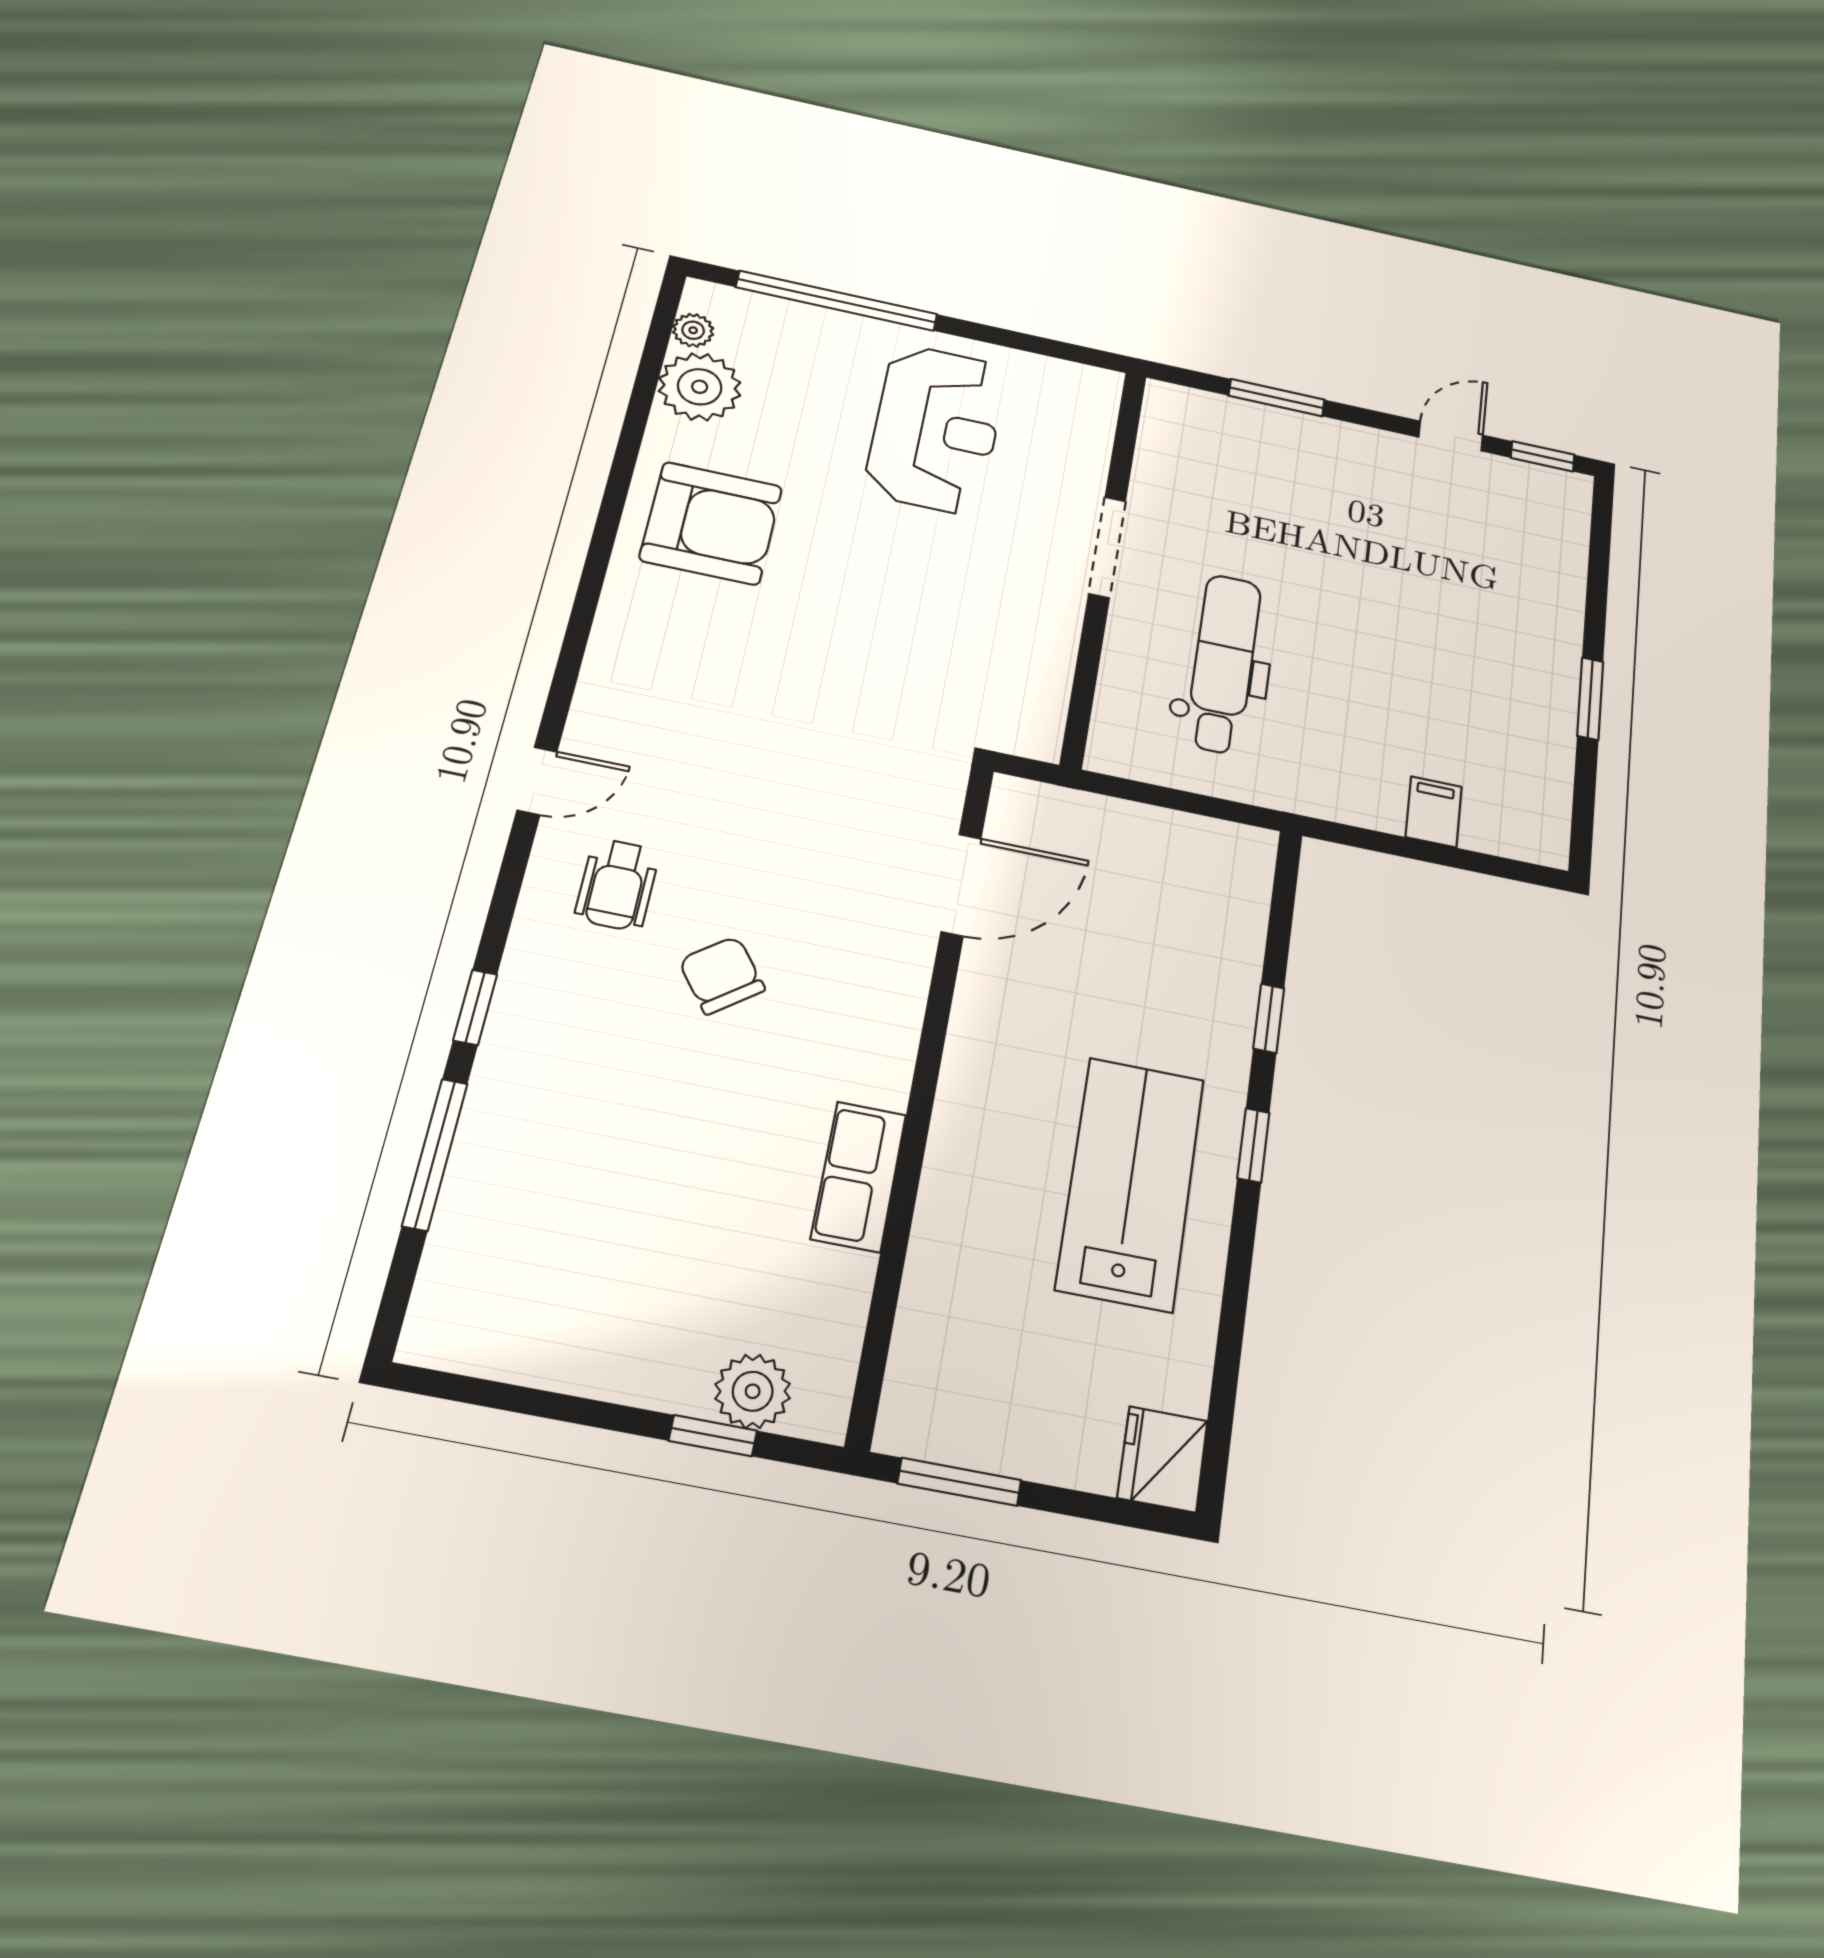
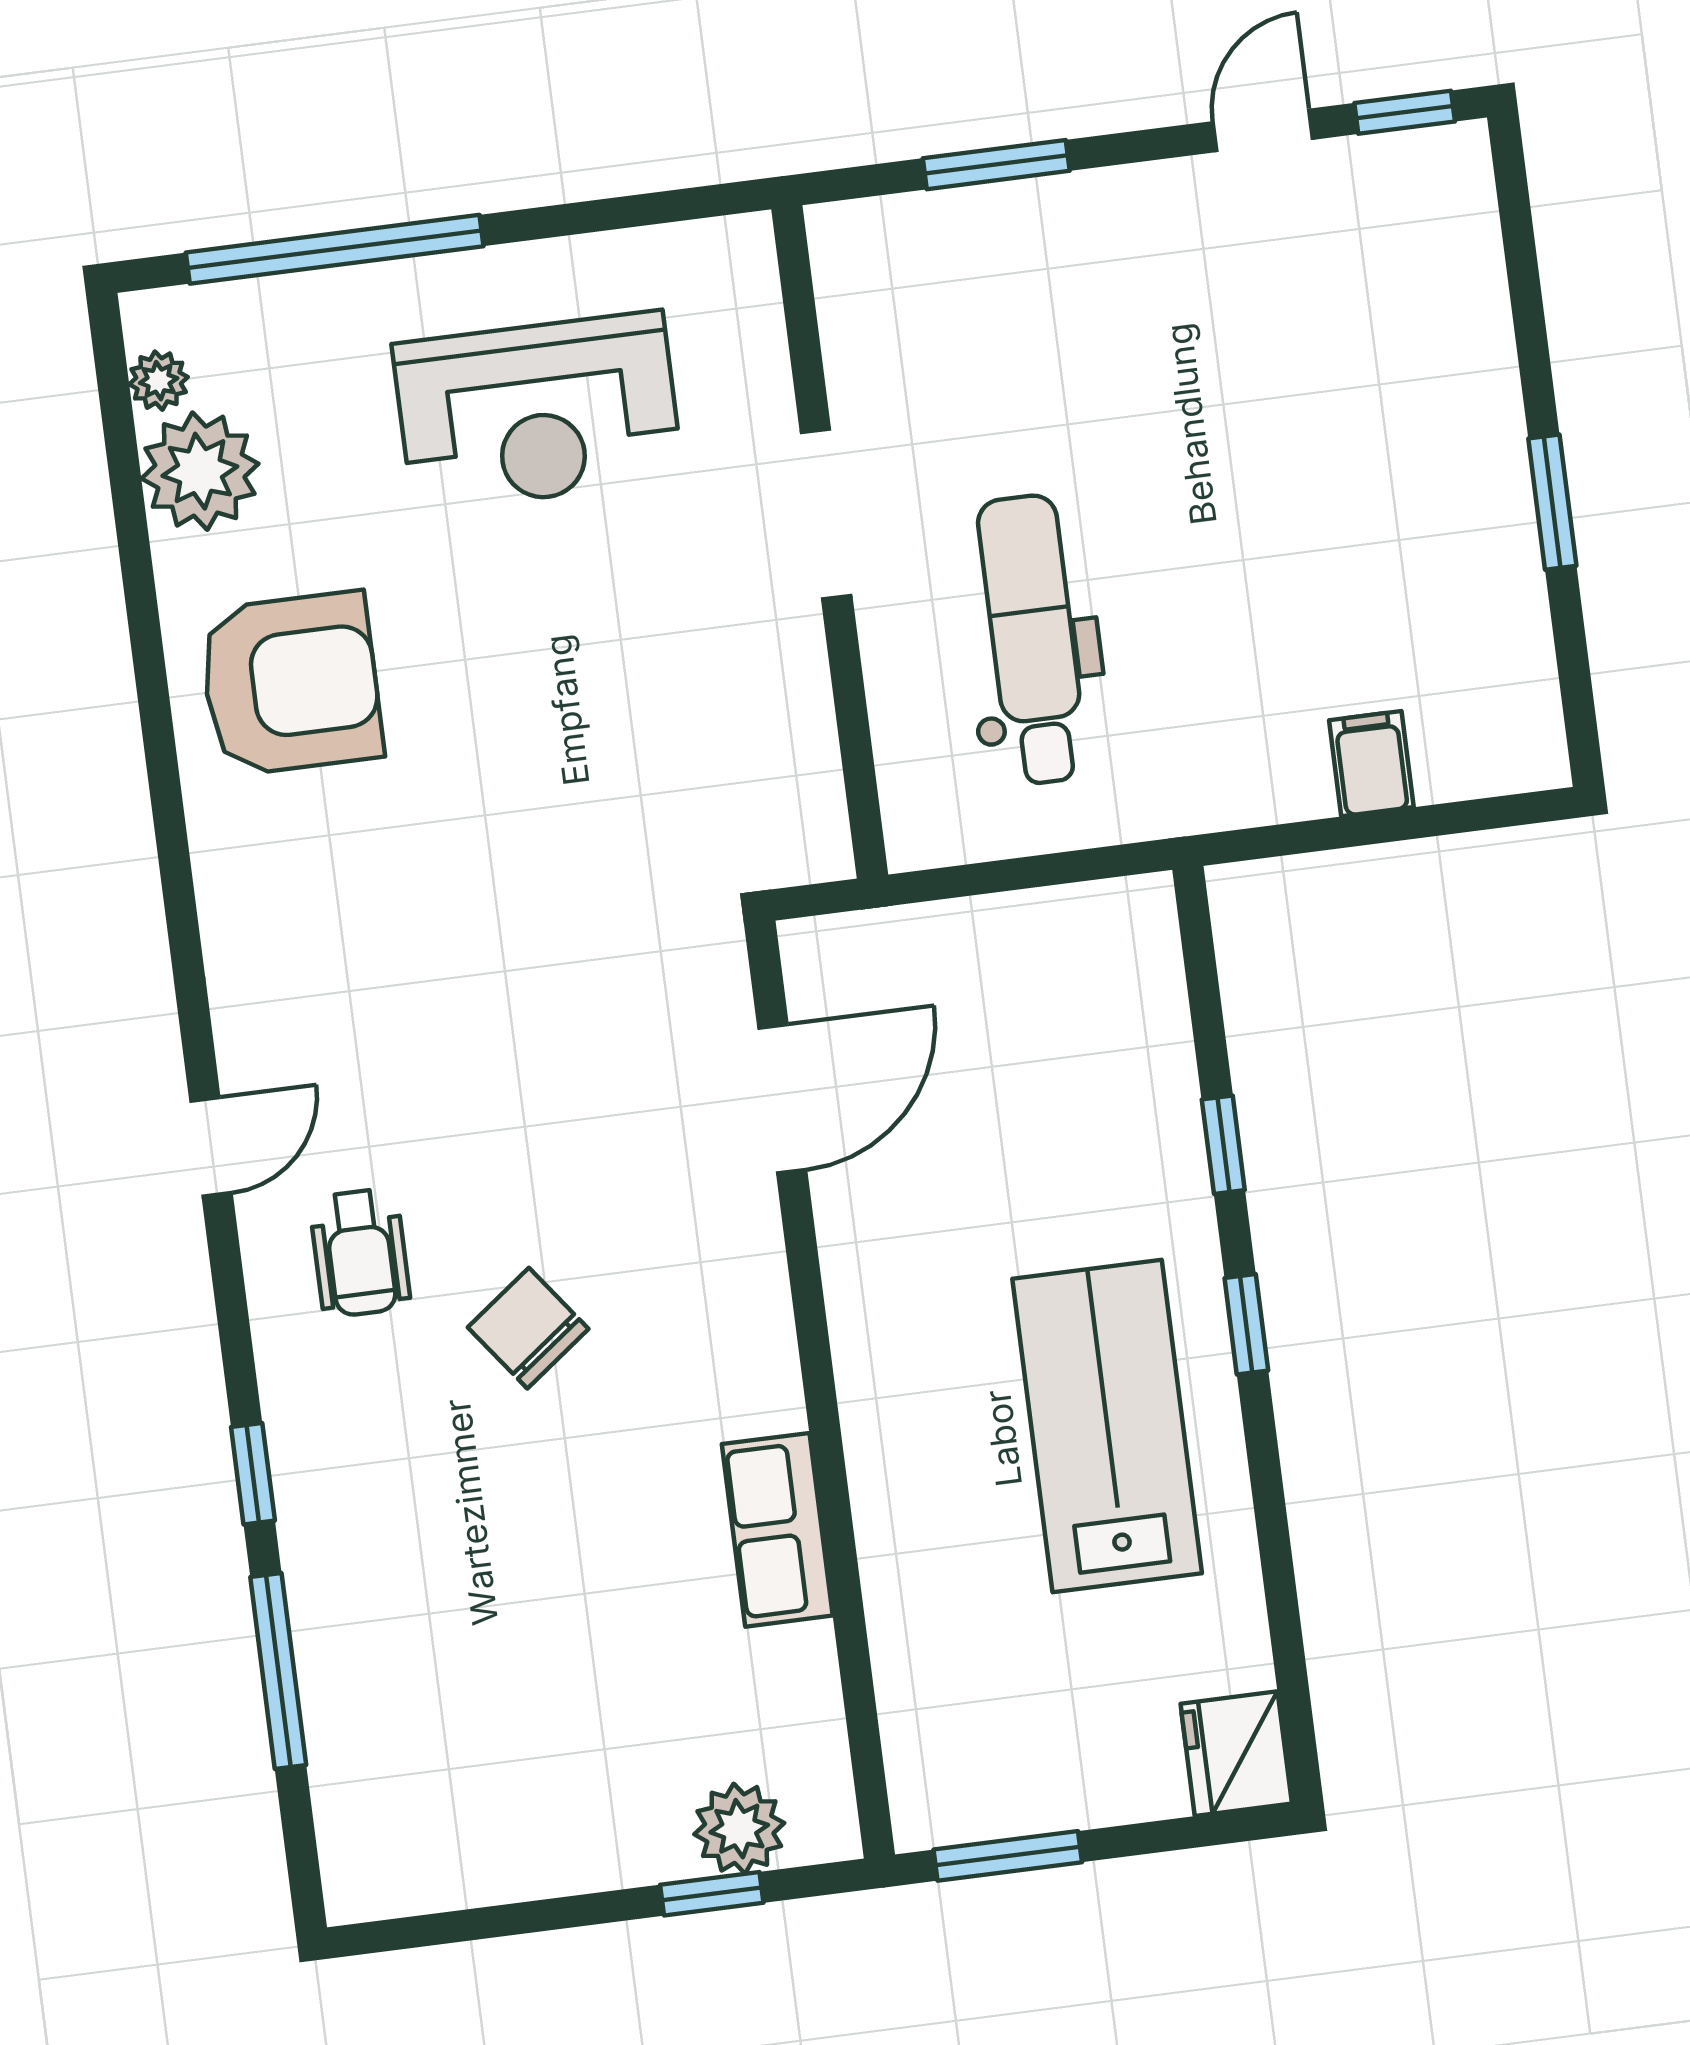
reception desk: (936, 429) -> (538, 412), turned 90

